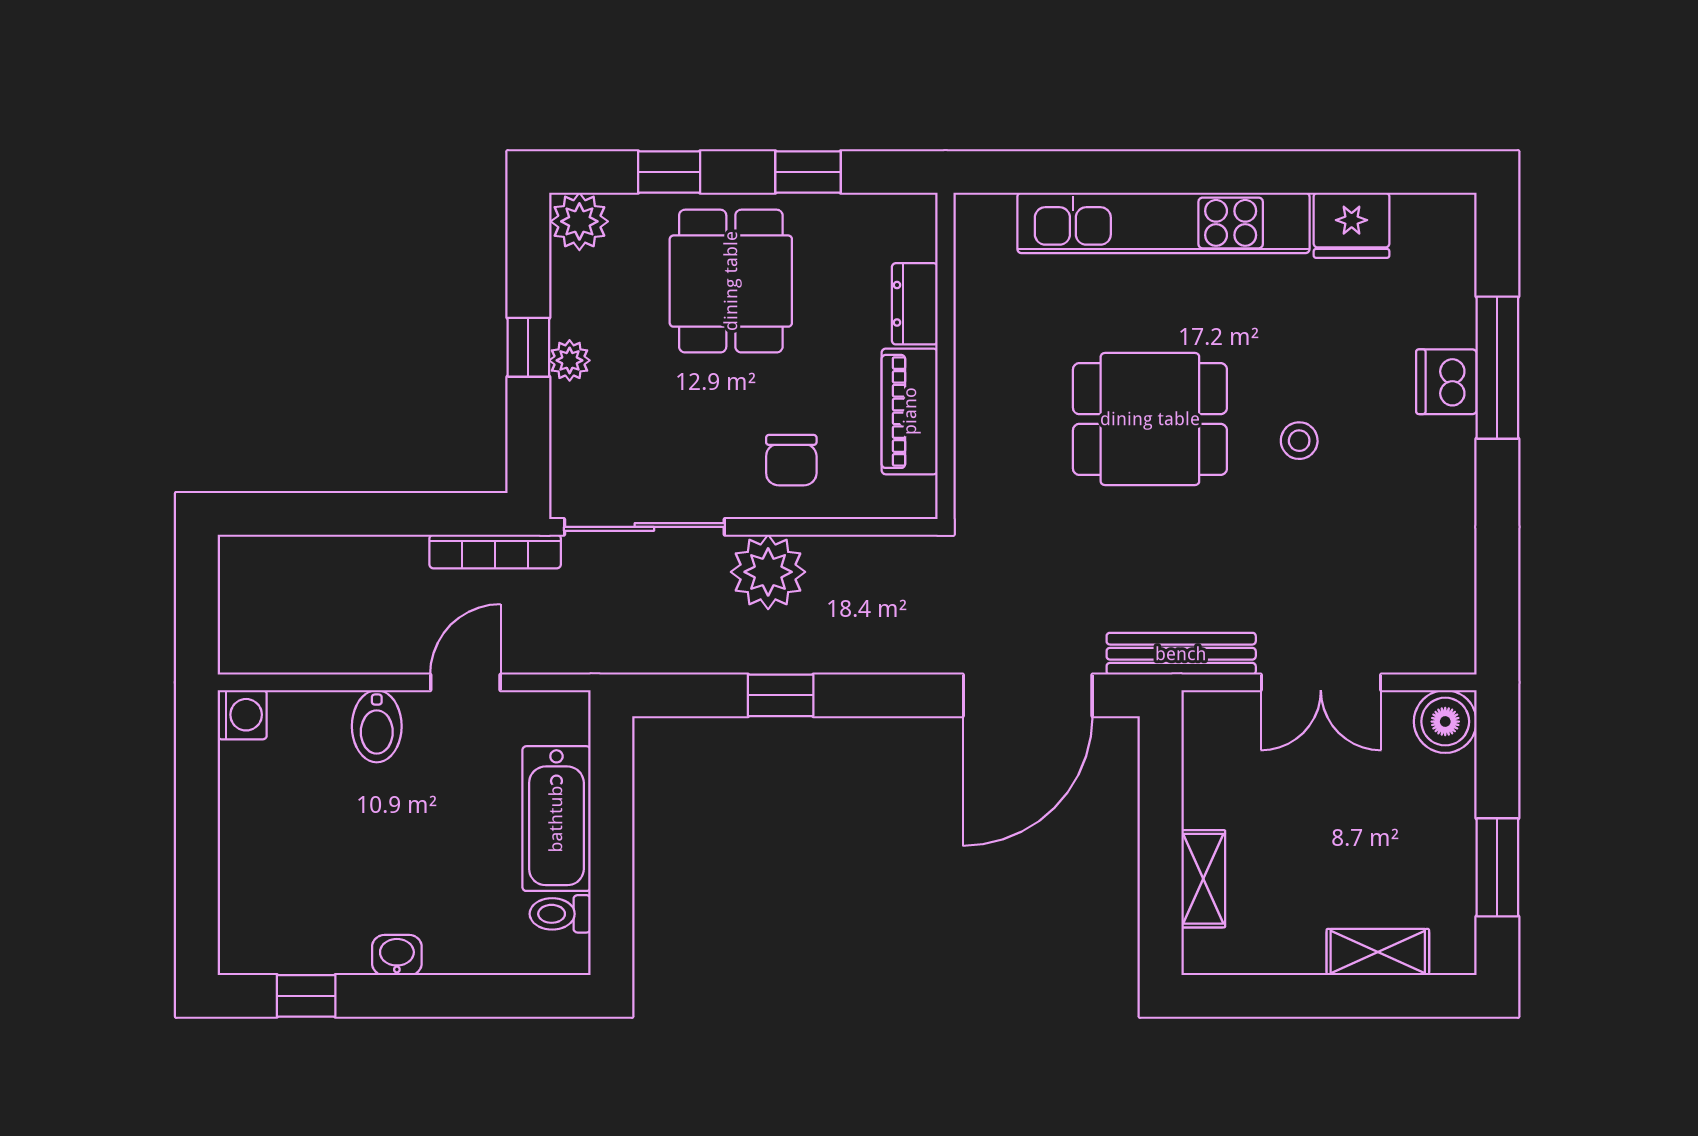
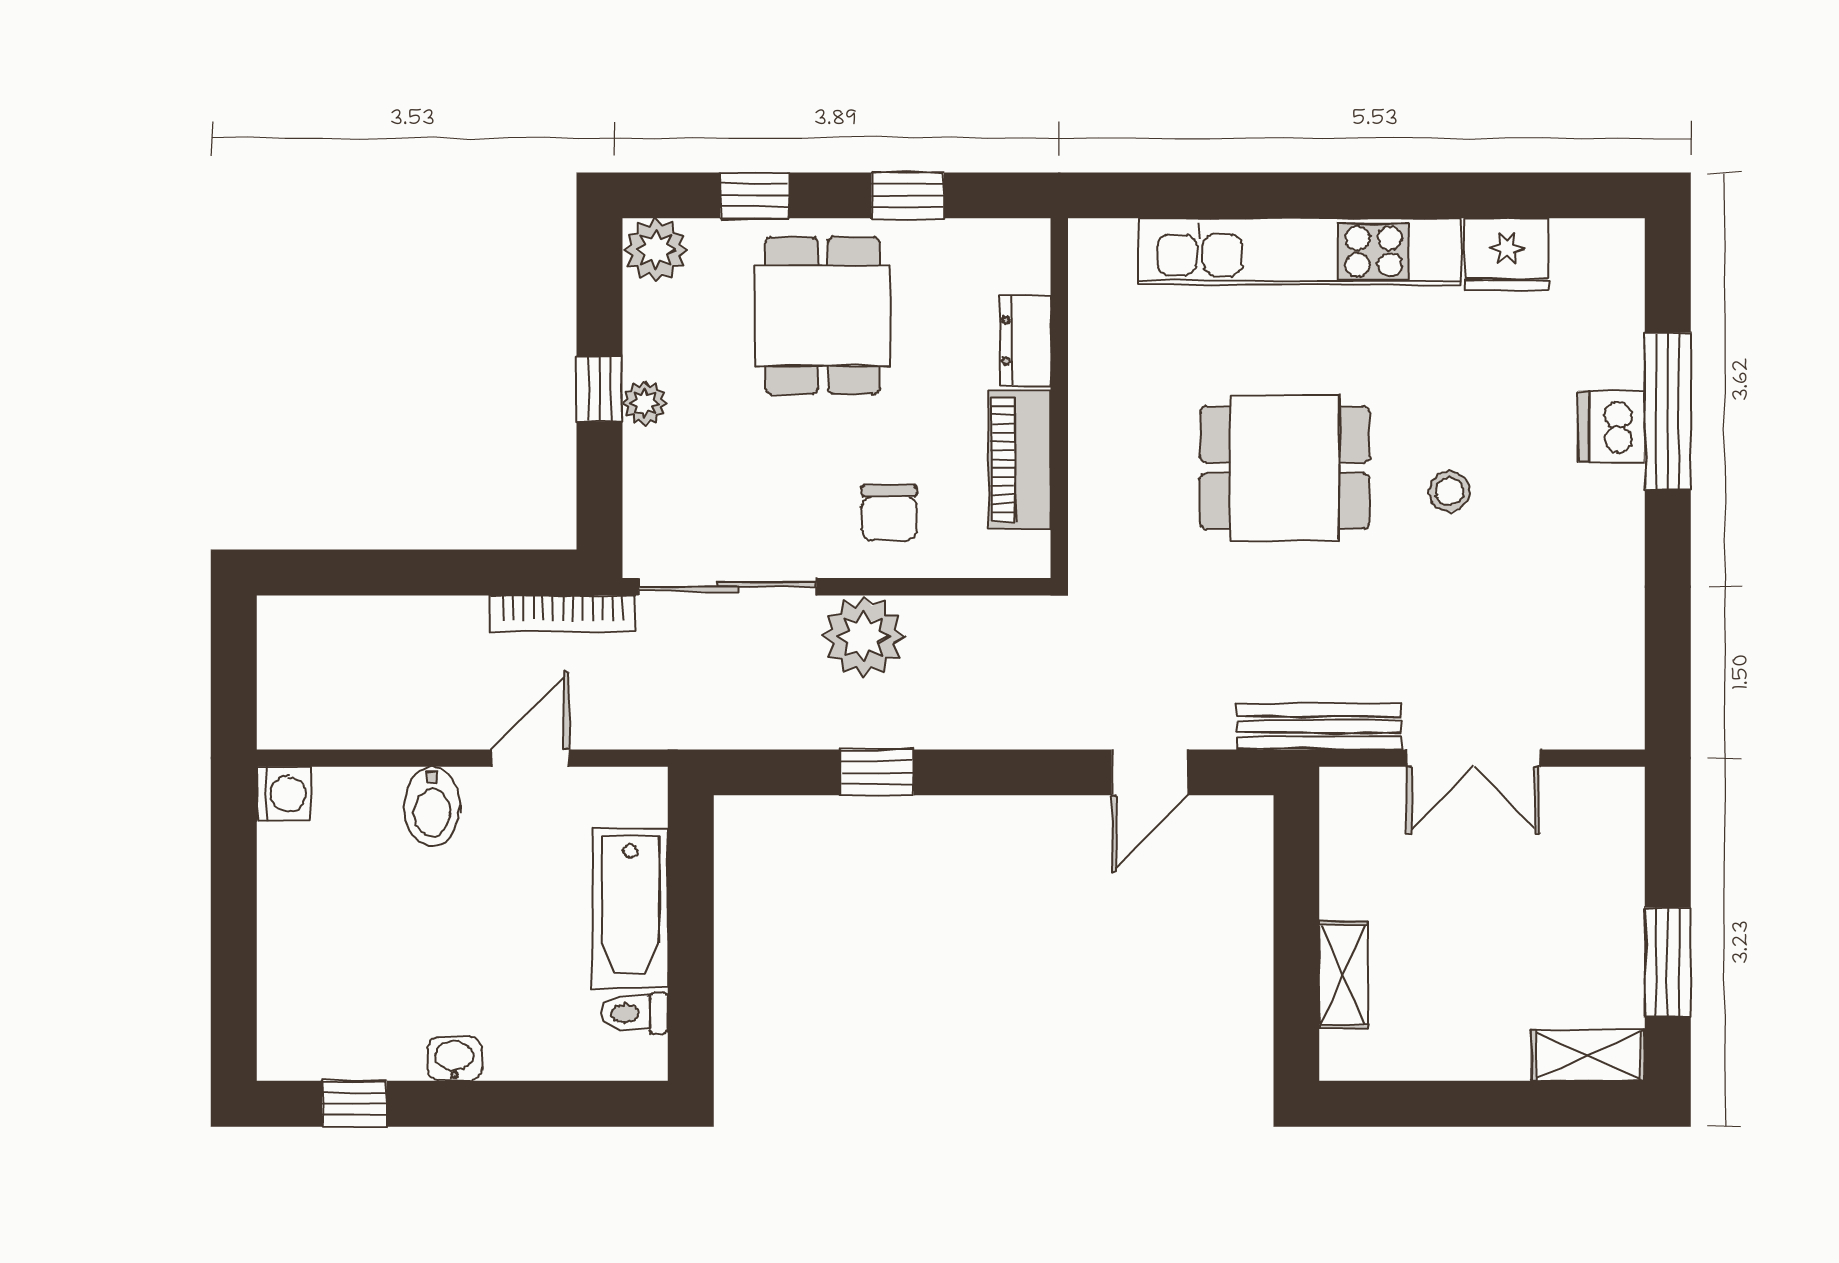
door: (1028, 695) -> (1150, 772), width x0.53
boiler: (1445, 722) -> (1610, 801), removed
shelving: (1378, 952) -> (1588, 1055), moved

